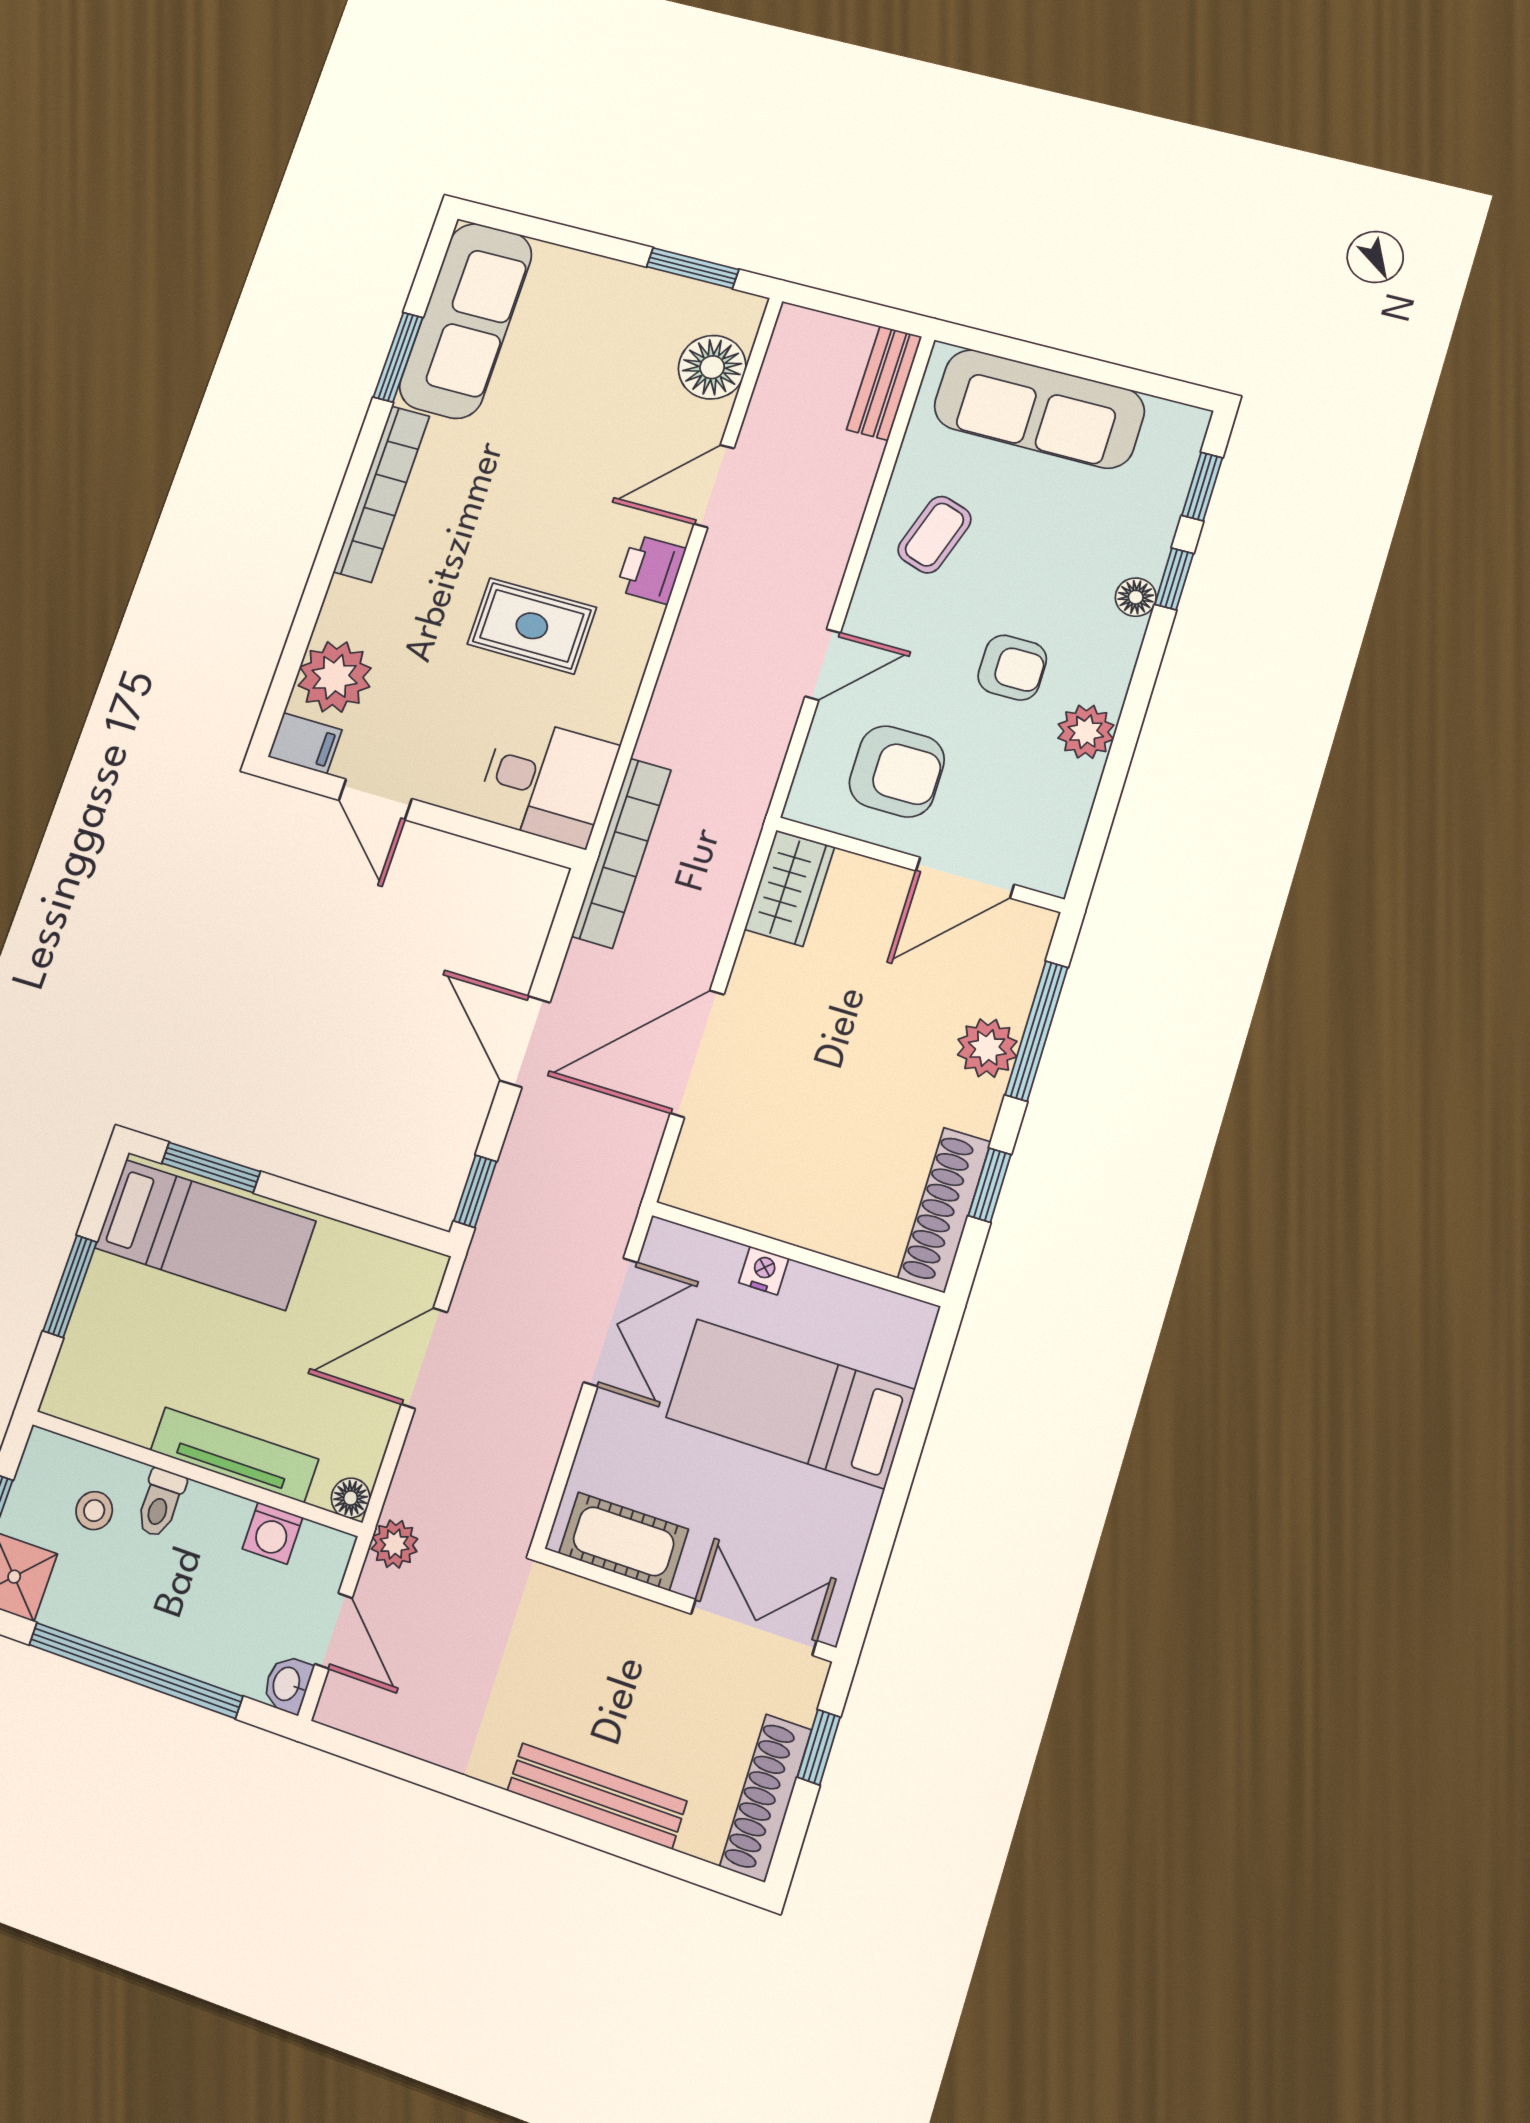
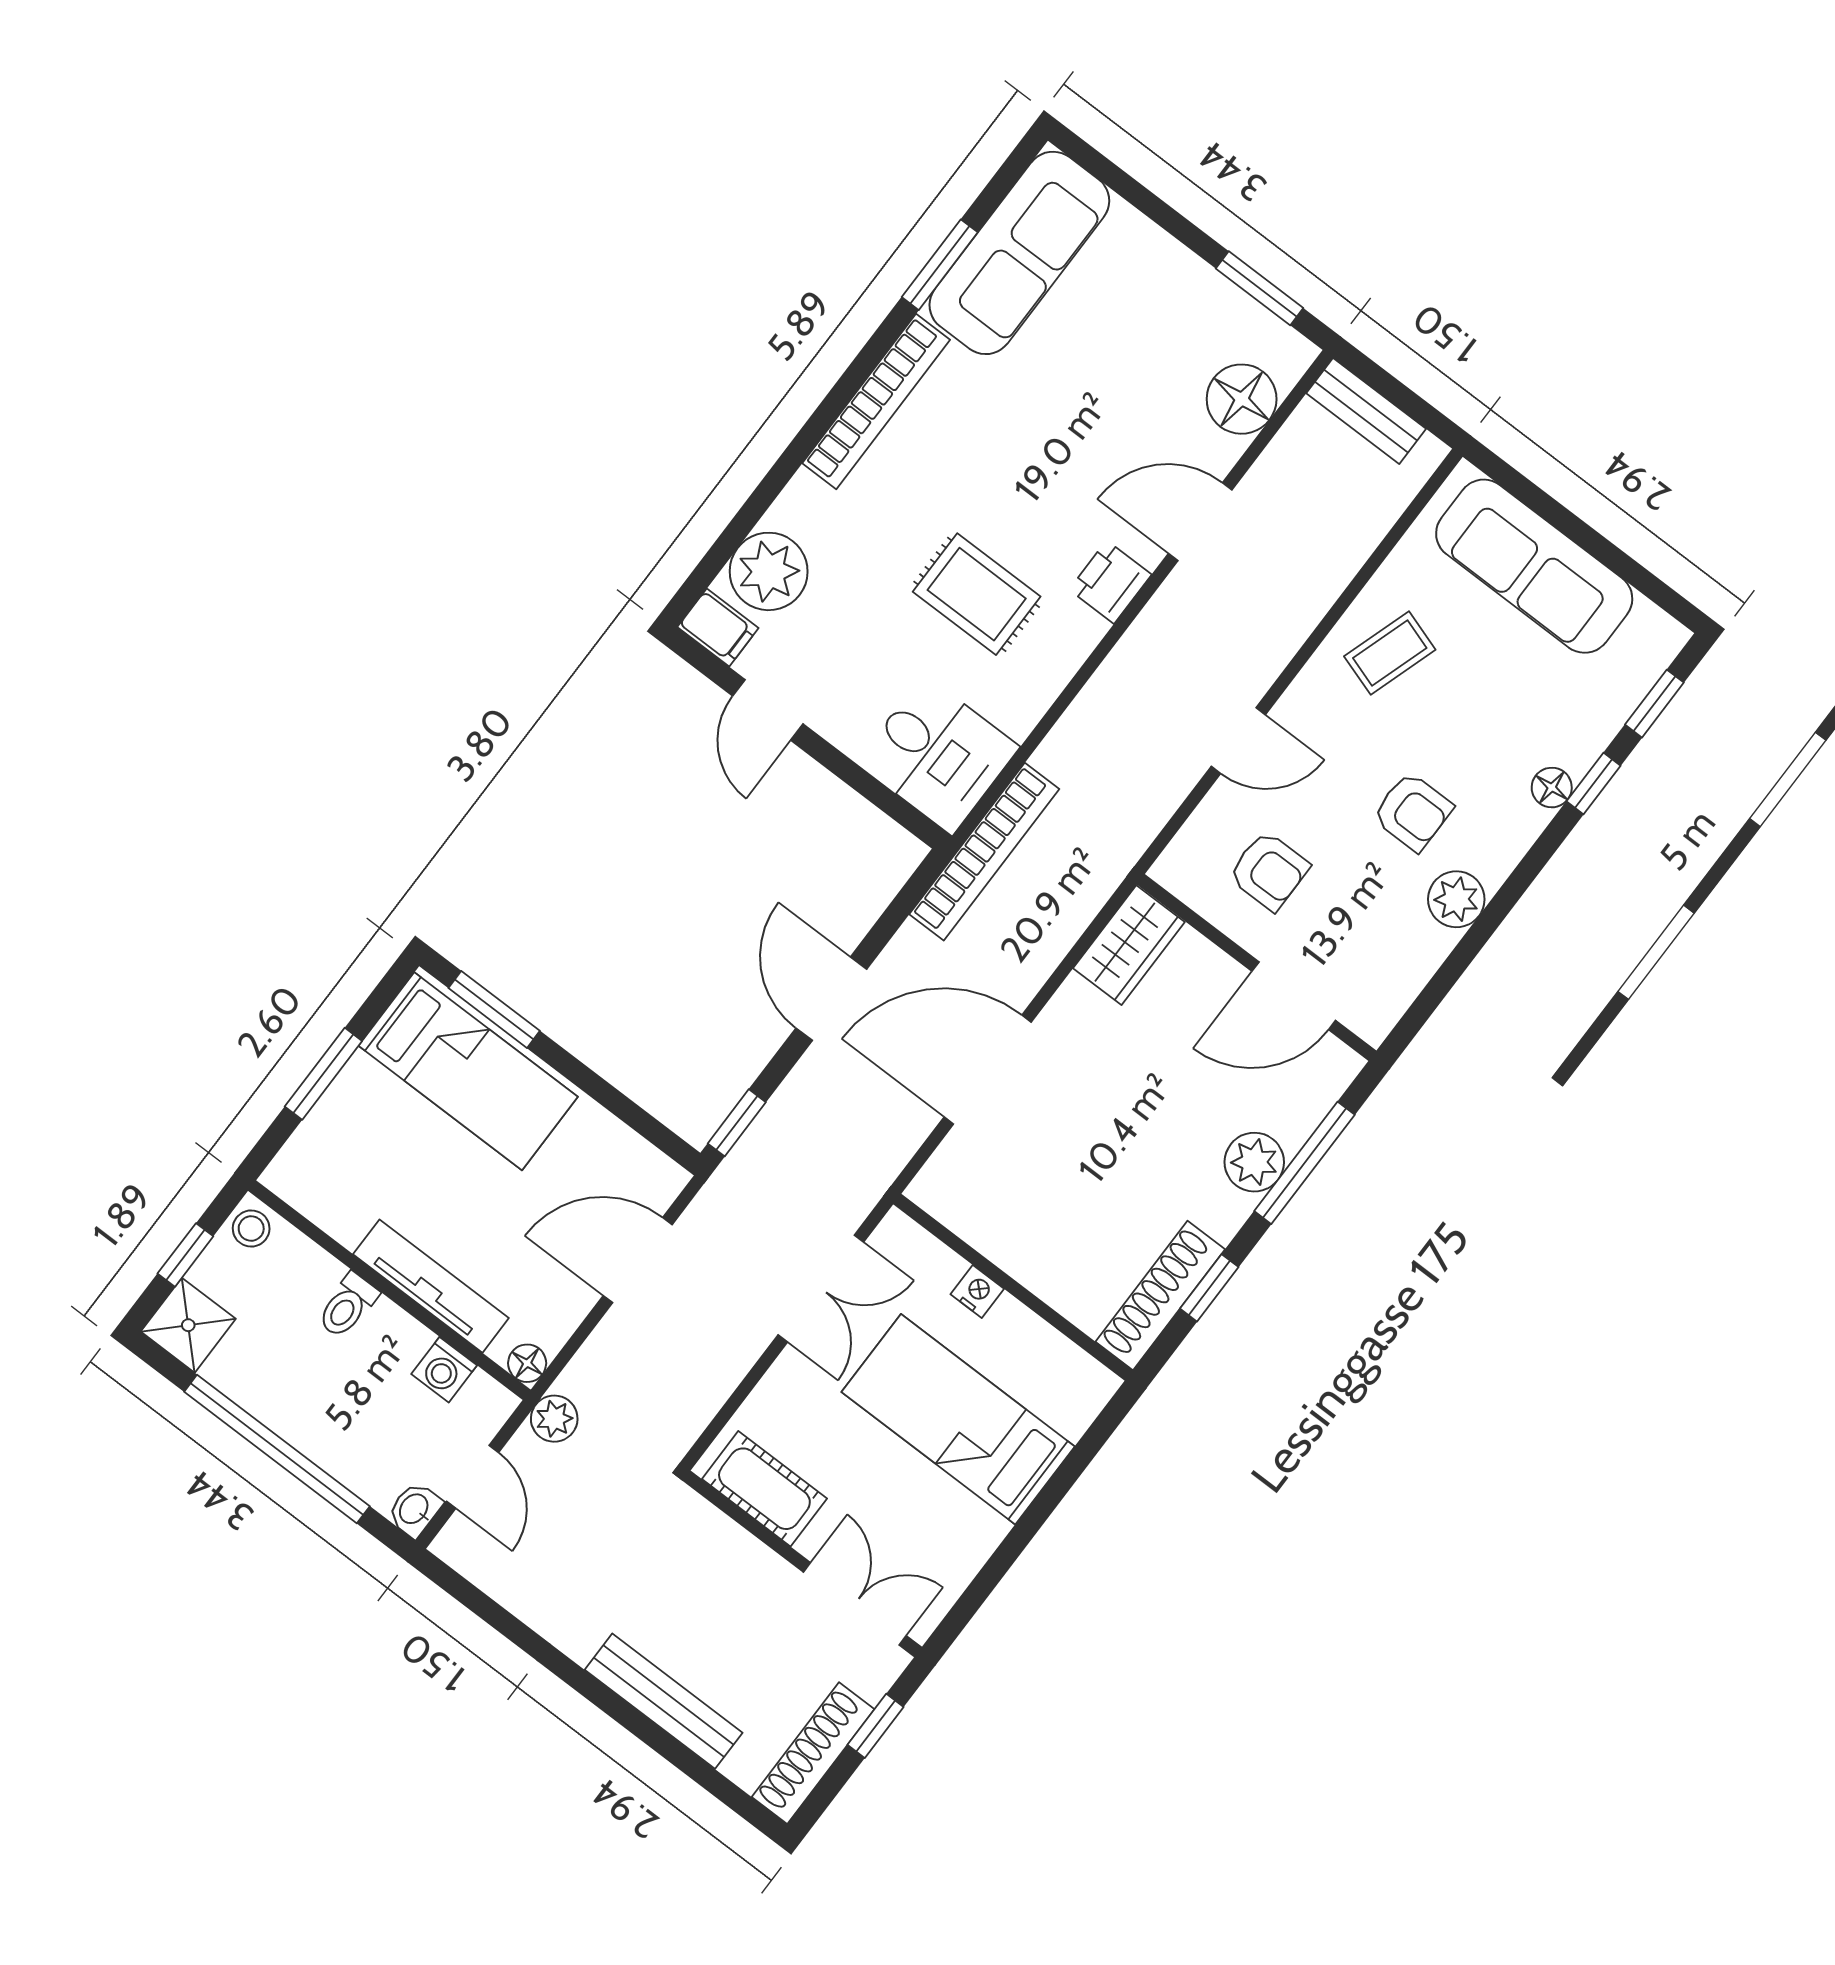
bench: (884, 383) -> (1366, 411), moved, turned 90
armchair: (897, 771) -> (1269, 871), width x0.72, depth x0.72
stool: (94, 1511) -> (251, 1228), moved

